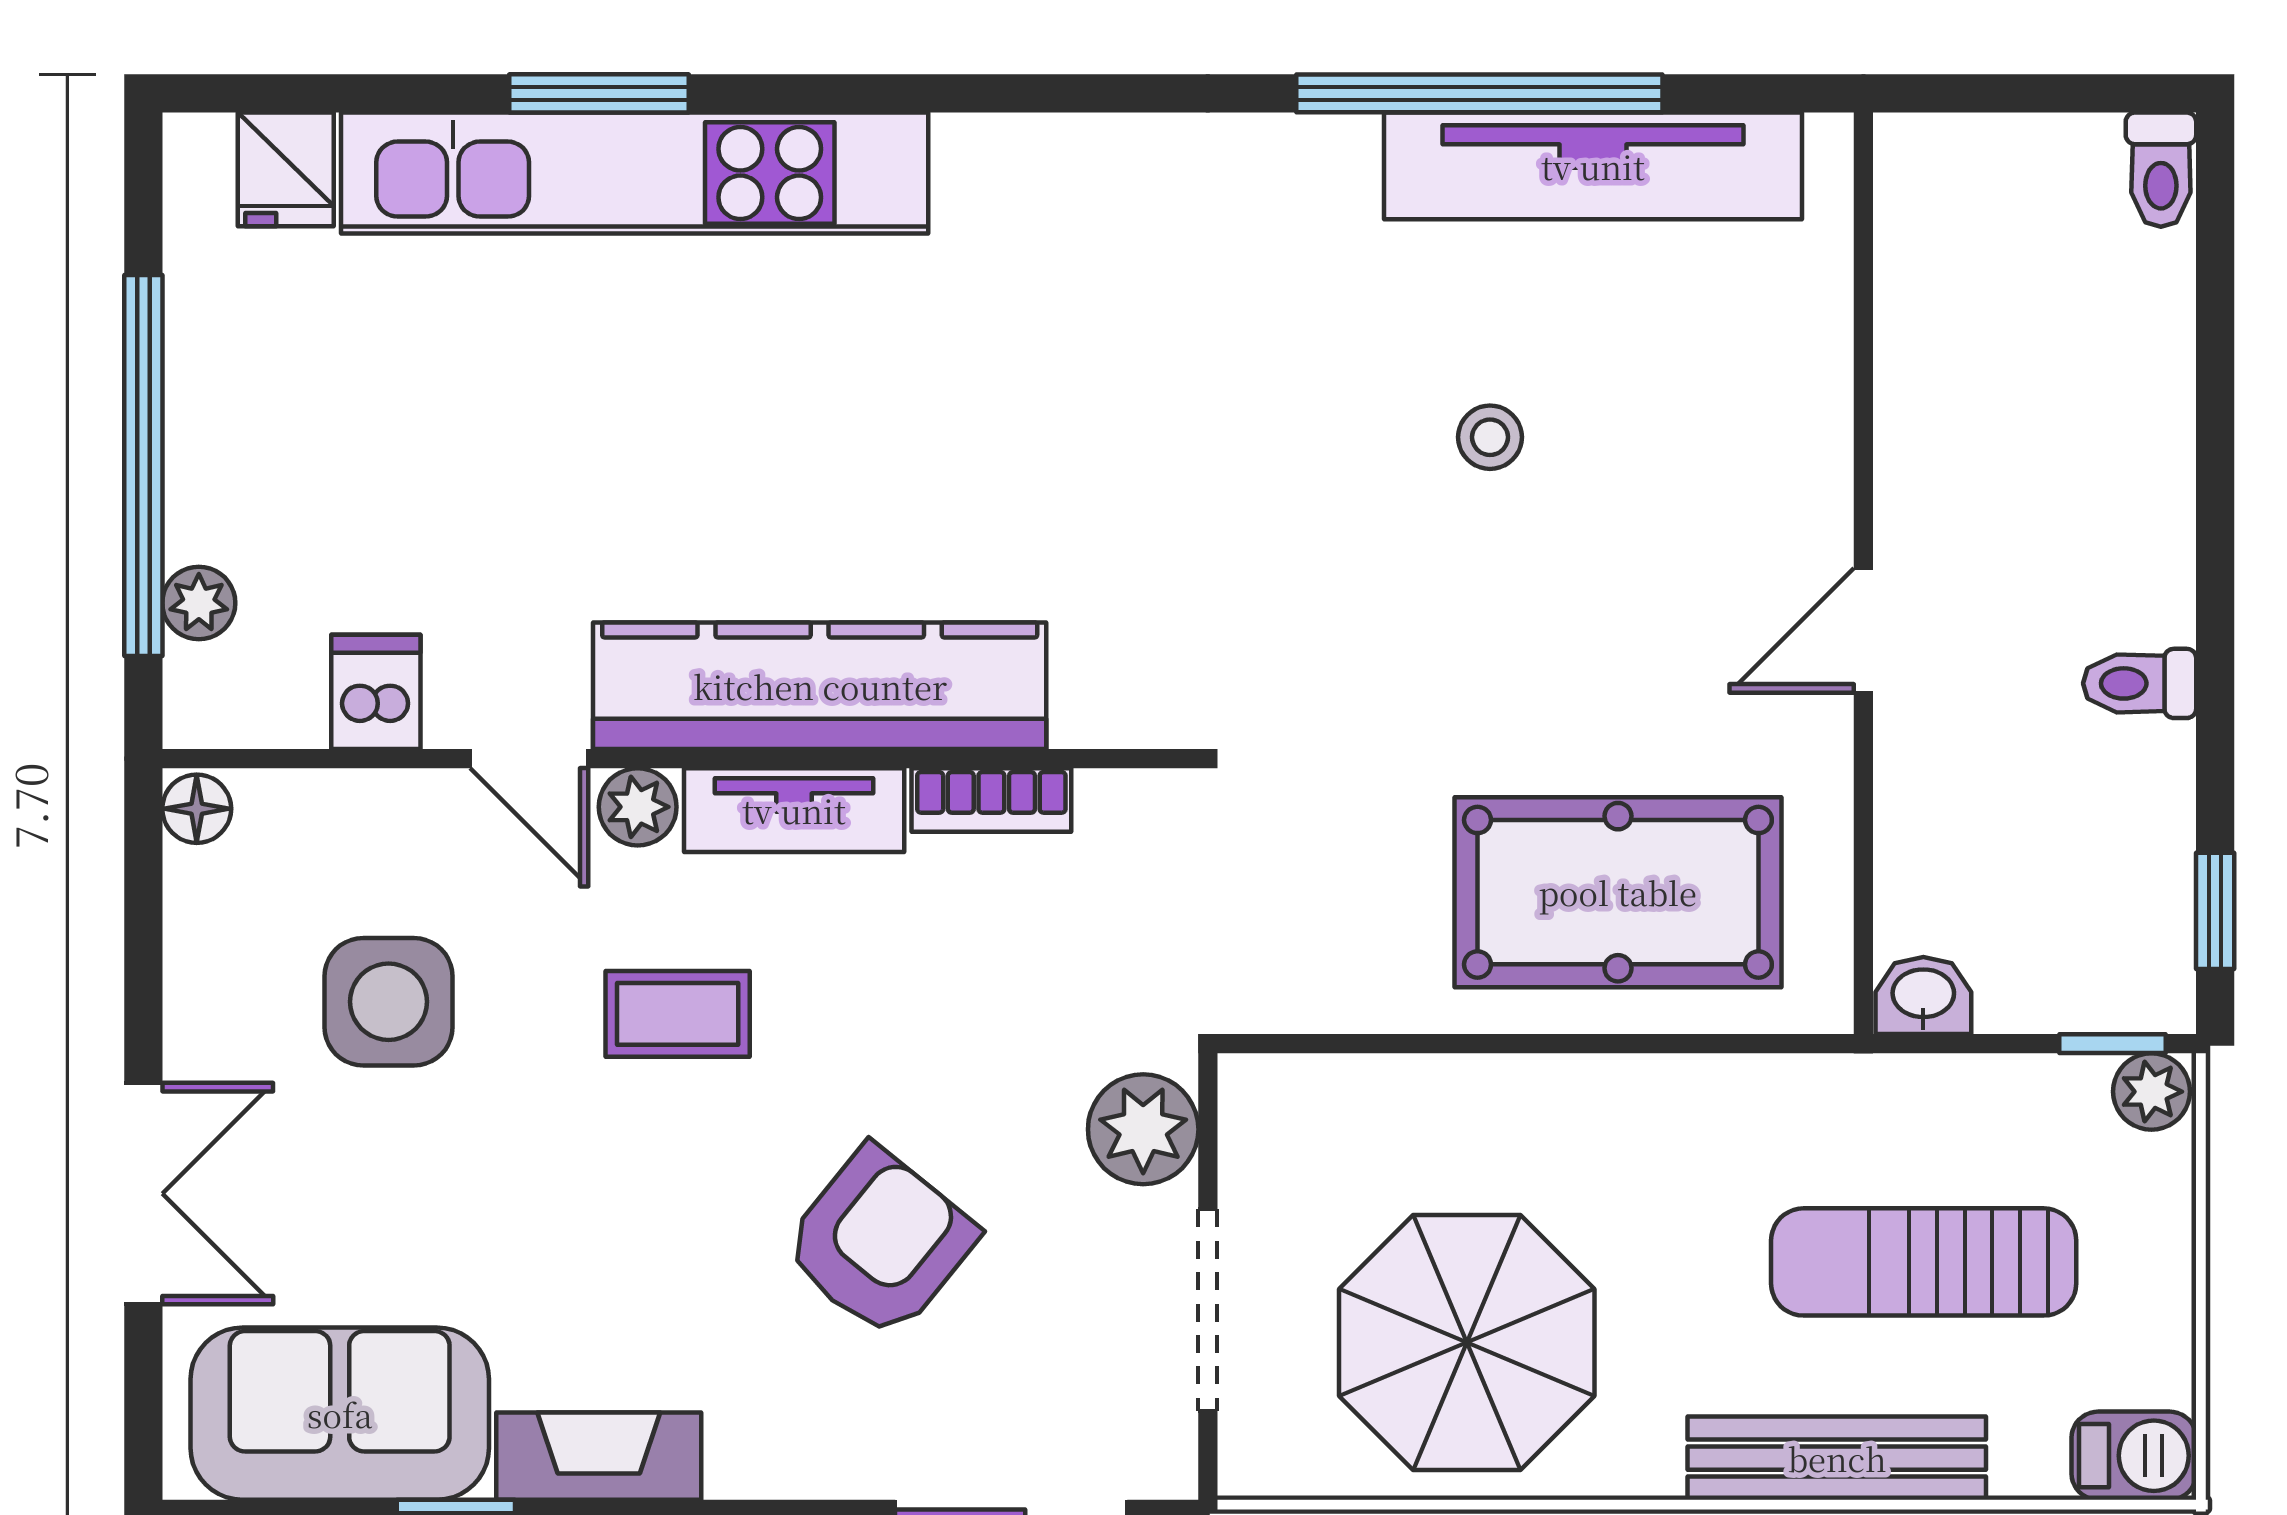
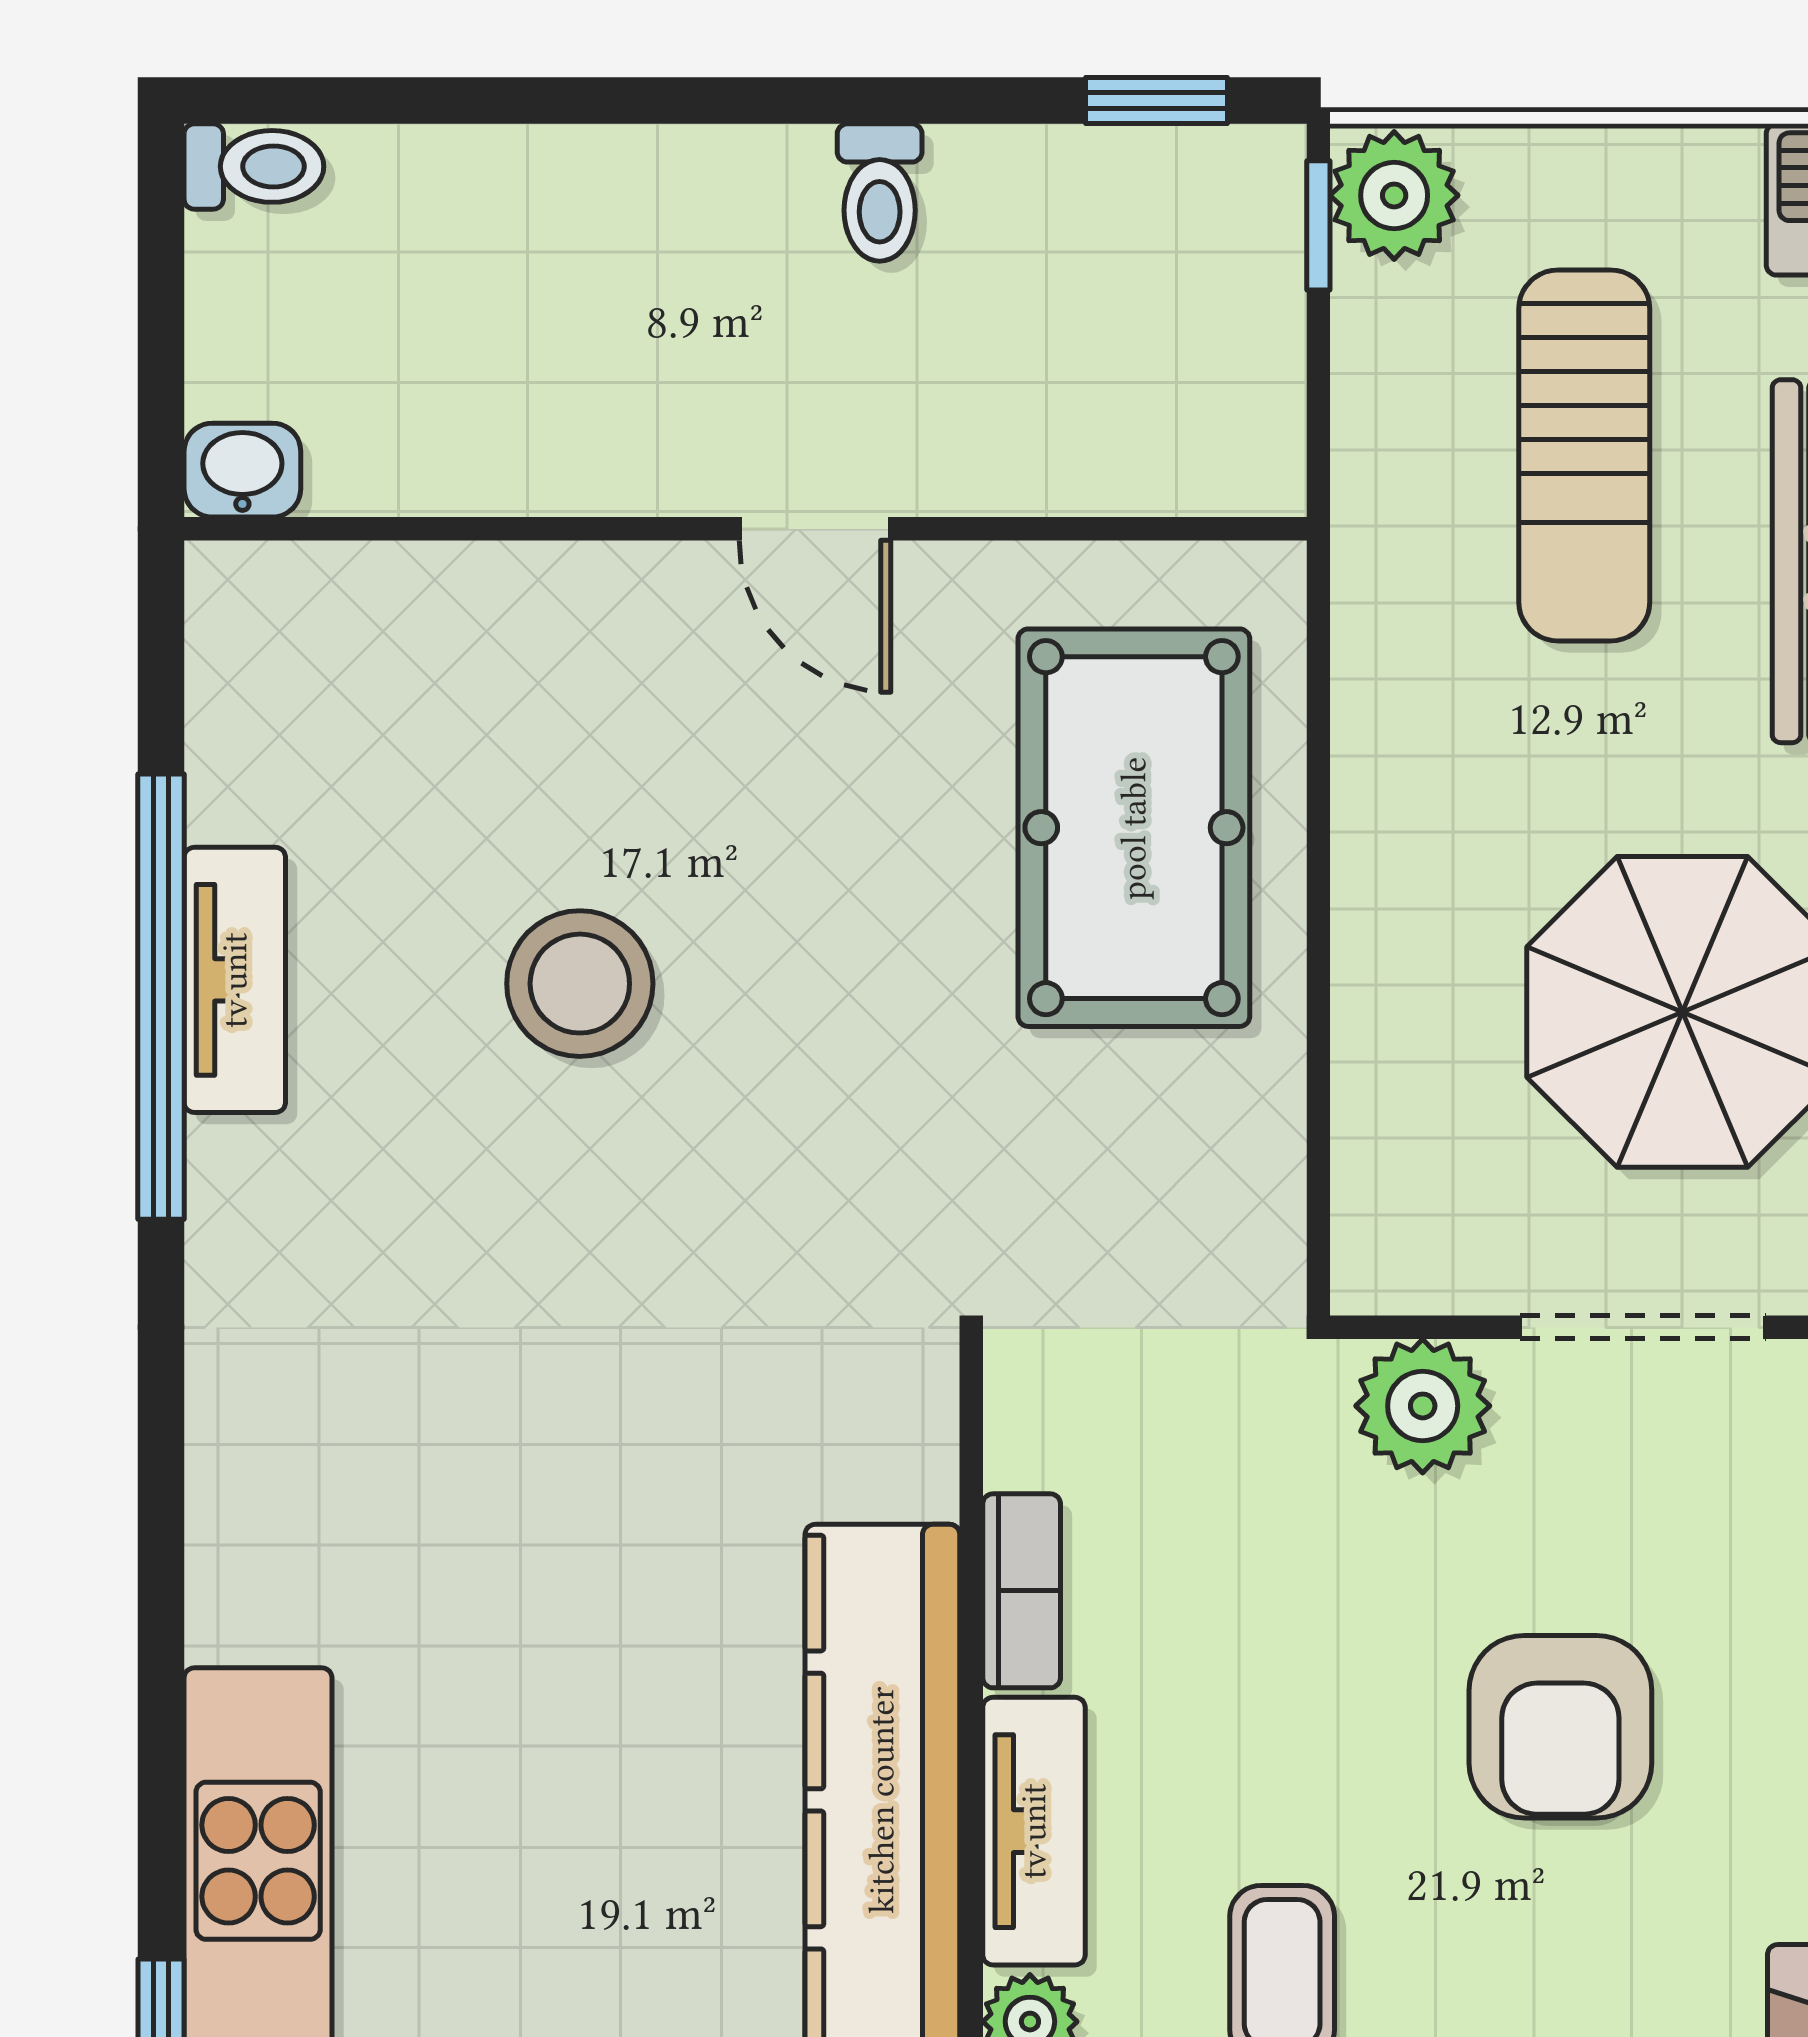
tv unit: (1593, 166) -> (235, 980), width x0.52, depth x0.78
stool: (1490, 437) -> (580, 984), width x1.89, depth x1.89
washbasin: (1923, 996) -> (242, 470), moved, turned 90
plant: (2151, 1092) -> (1394, 195), width x1.38, depth x1.38
armchair: (880, 1242) -> (1560, 1727), turned -129

